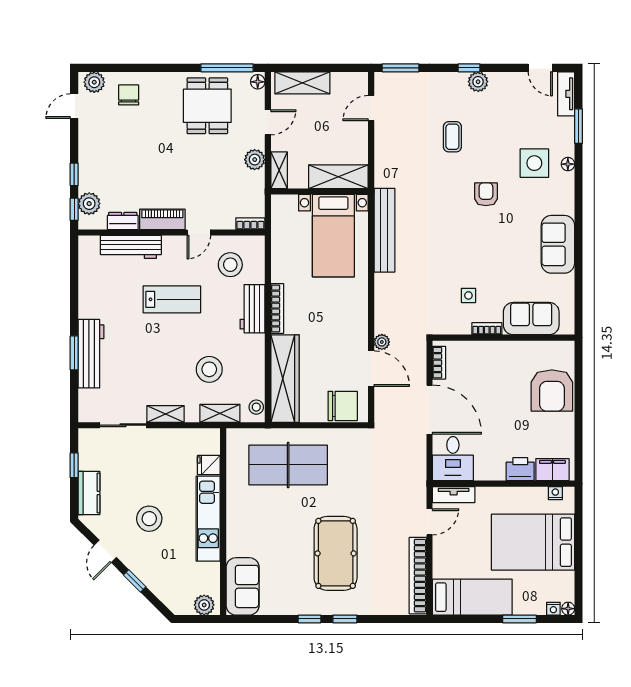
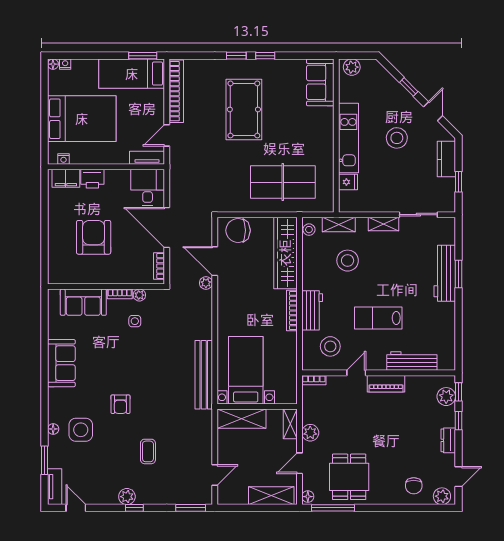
dresser: (123, 221) -> (448, 440), moved, turned 90
plant: (463, 327) -> (139, 295), added
armchair: (552, 390) -> (94, 237), moved
window: (519, 619) -> (143, 56), moved

